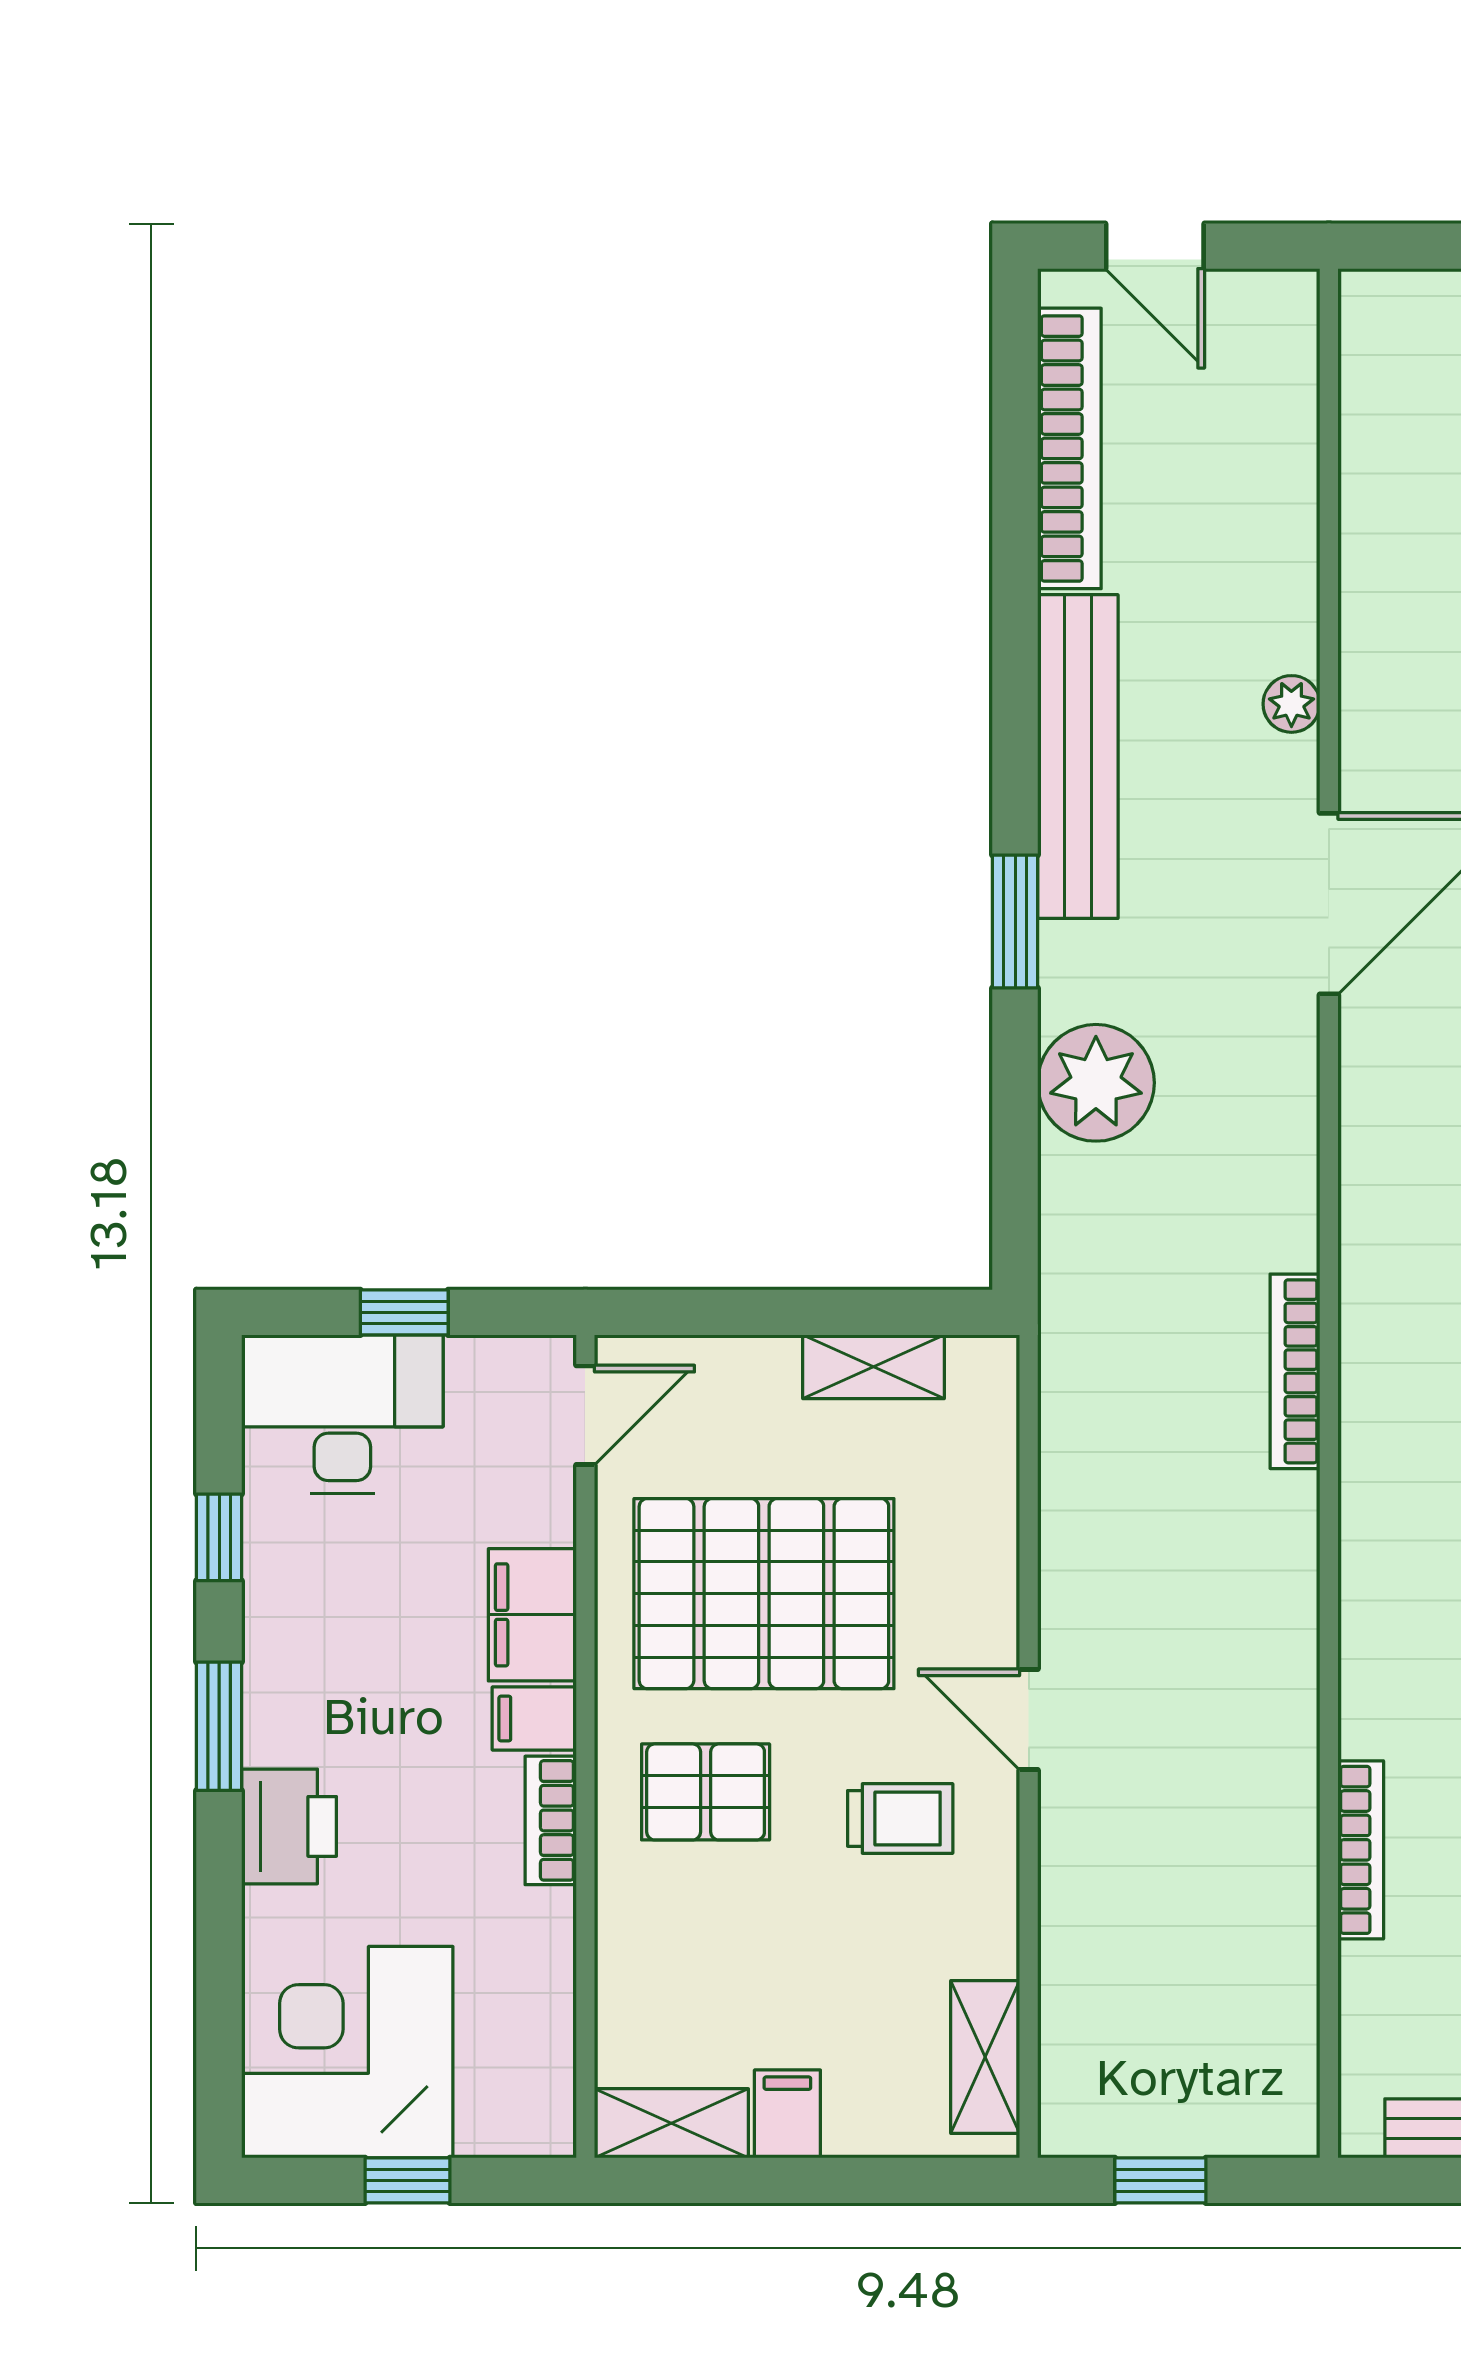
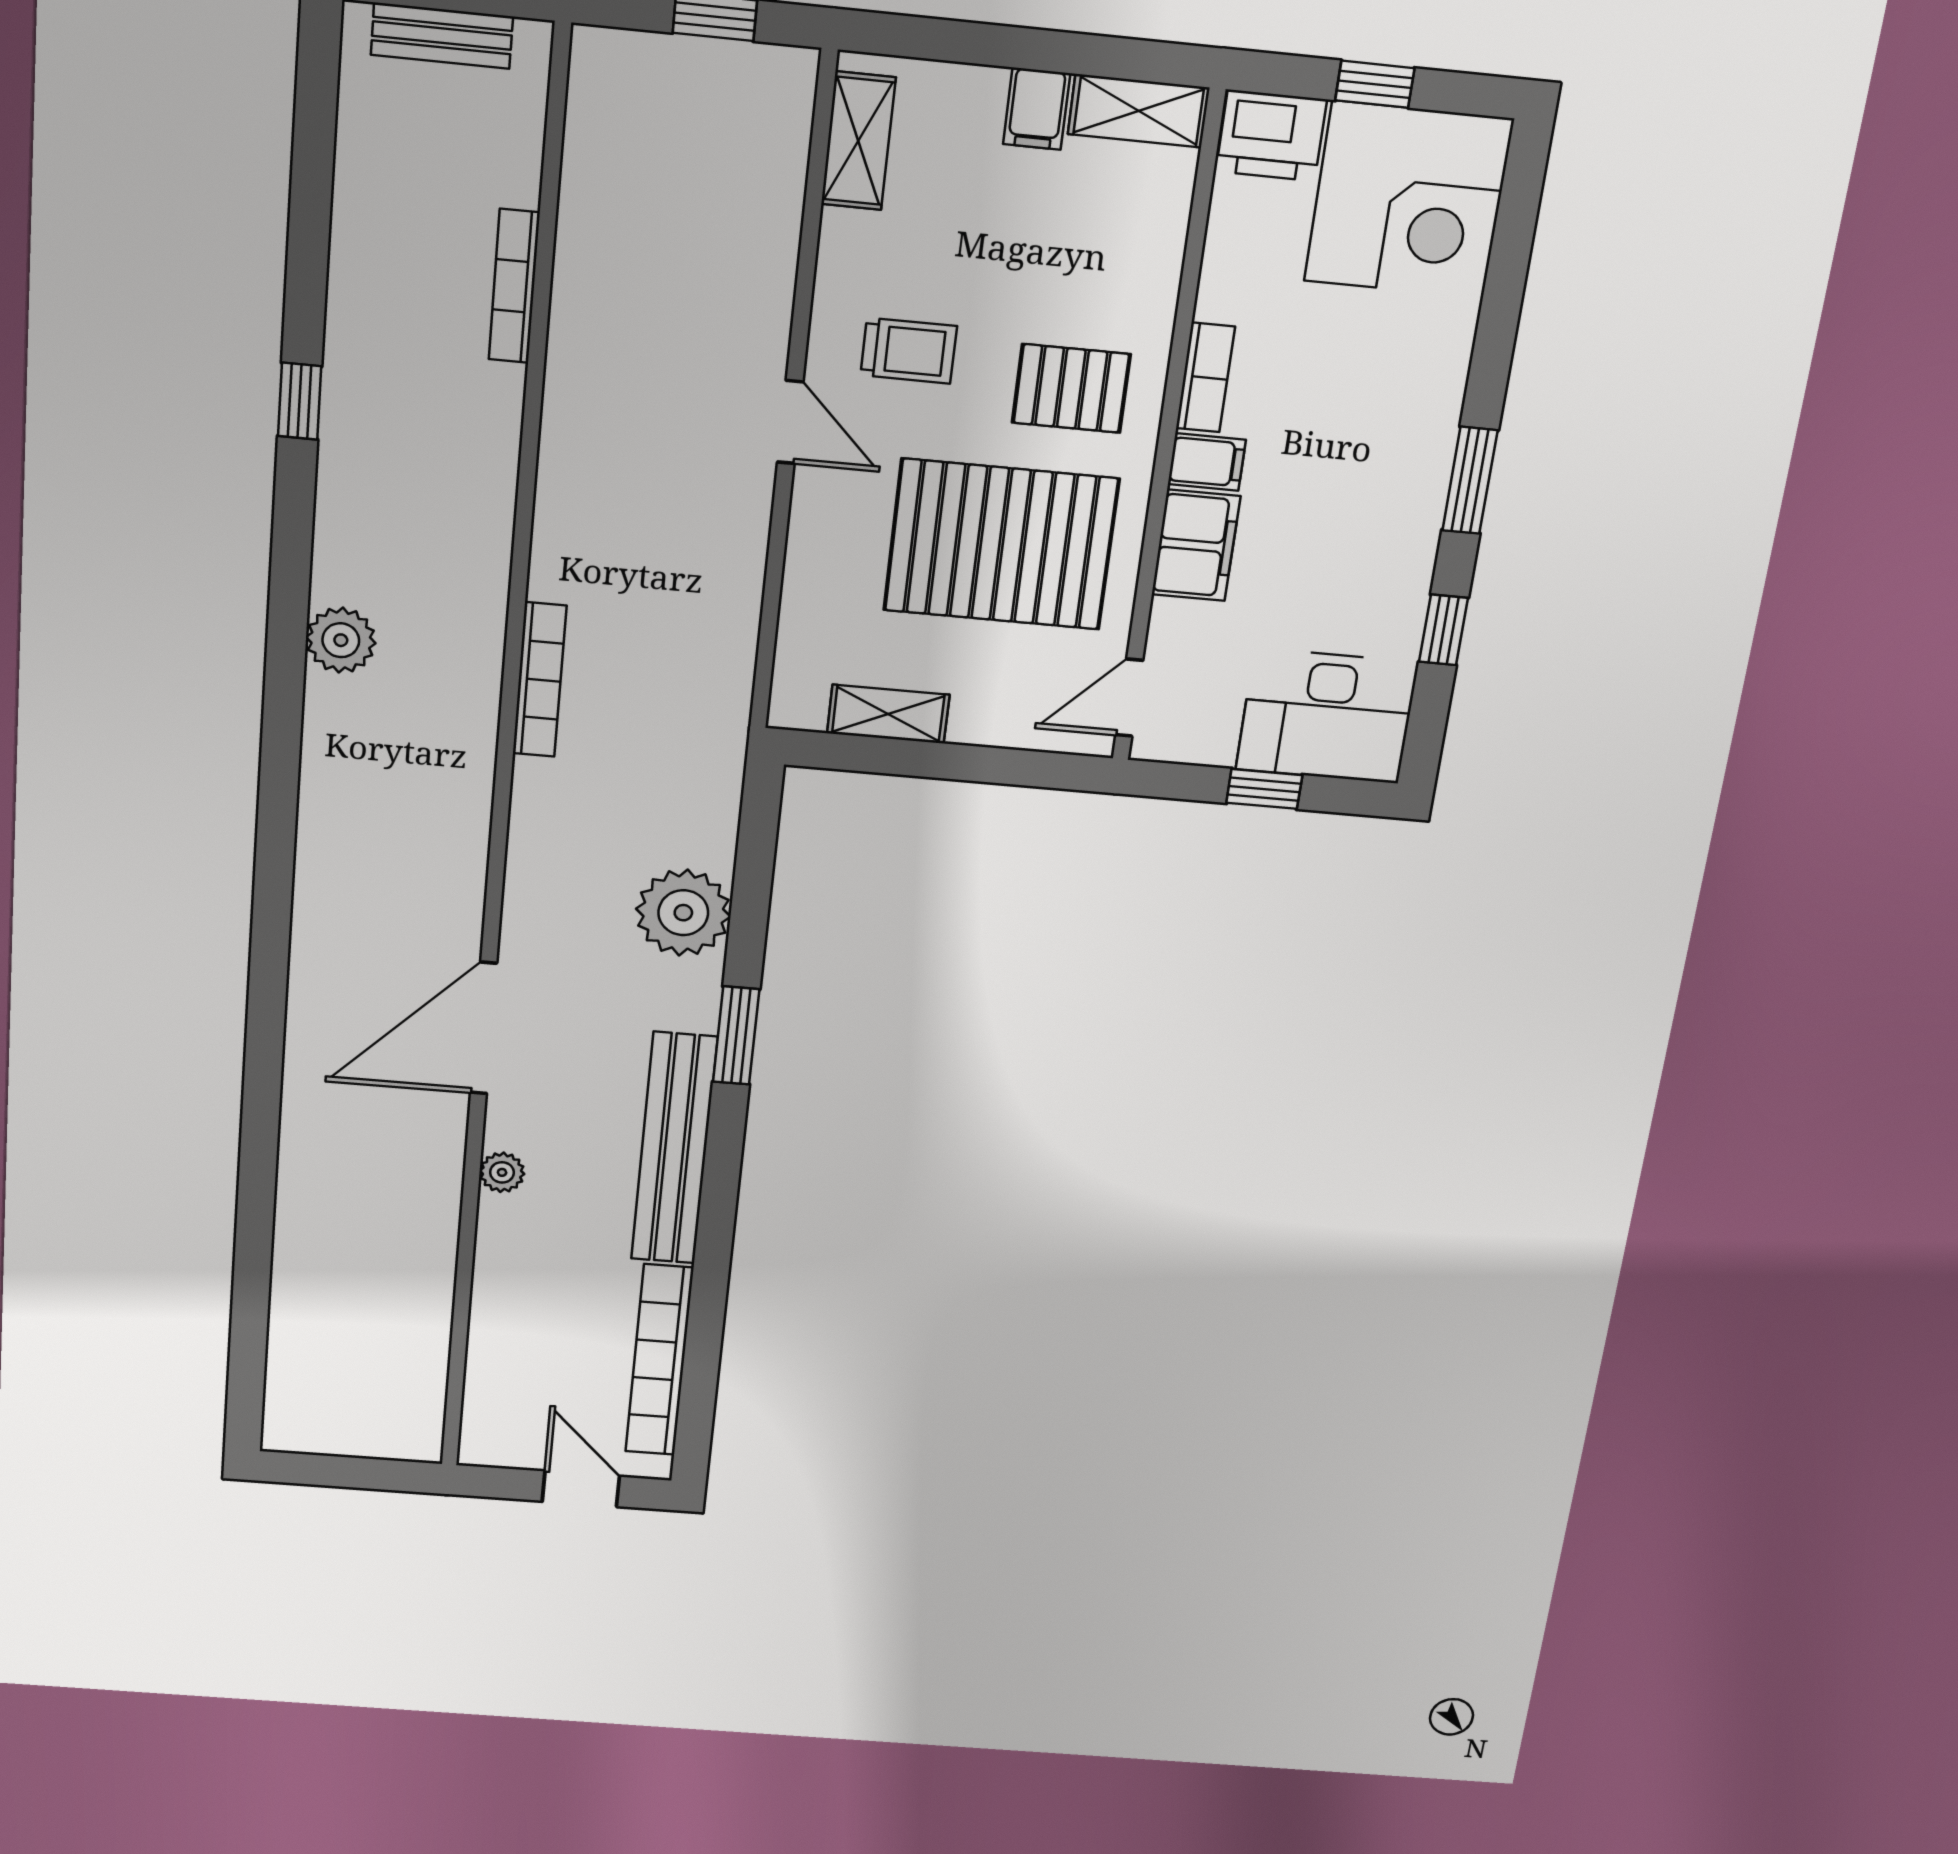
trolley: (900, 1818) -> (909, 351), turned 180
printer: (289, 1826) -> (1271, 135), moved, turned -90

